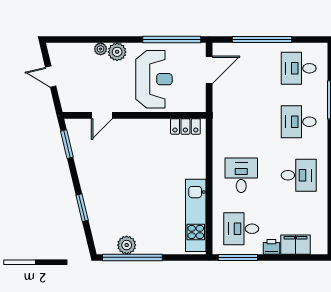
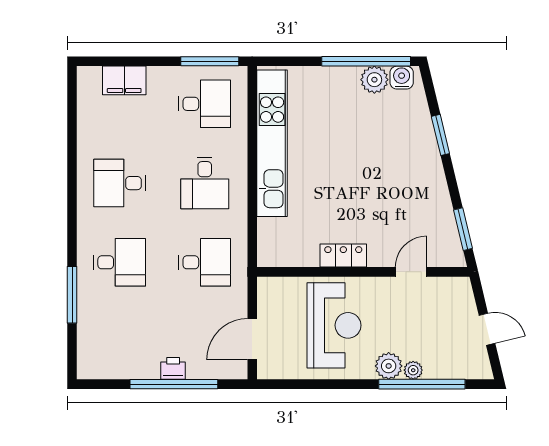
window: (172, 40) -> (422, 384), moved
desk: (299, 68) -> (205, 262), moved
reception desk: (154, 79) -> (334, 325), turned 180
locker: (185, 126) -> (343, 255), moved
kitchen unit: (196, 215) -> (272, 143), width x1.36
water cooler: (108, 246) -> (402, 78), added
printer: (271, 247) -> (173, 368), moved, turned 180

